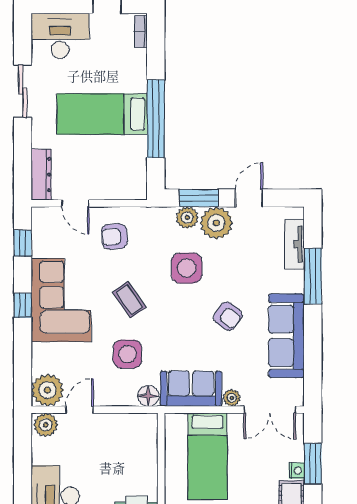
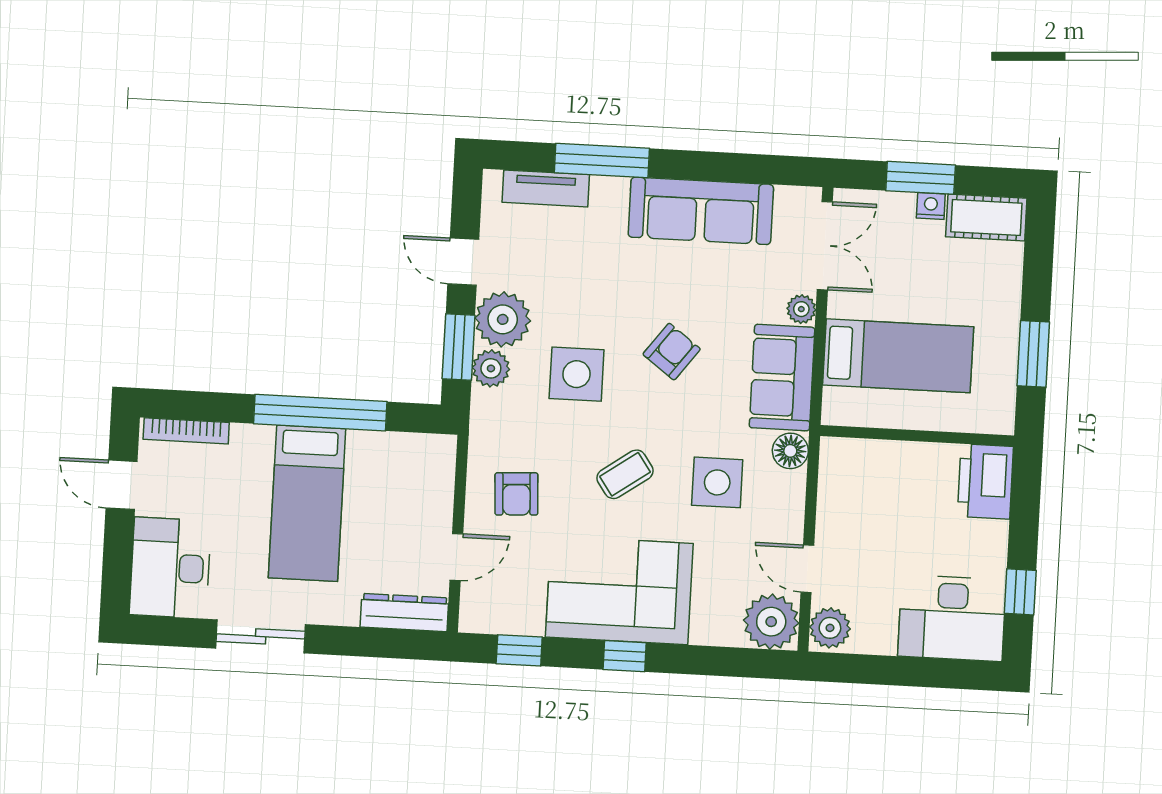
bookcase: (141, 32) -> (186, 431), width x1.56
armchair: (228, 316) -> (672, 352), moved

